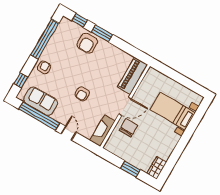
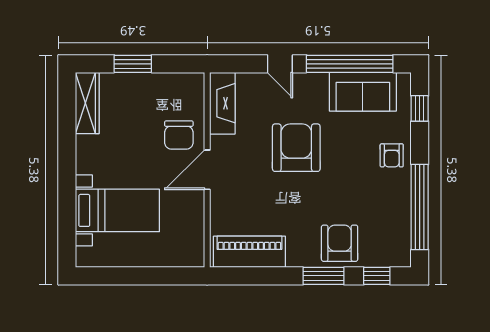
piano: (132, 76) -> (249, 252), moved, turned -90
armchair: (82, 94) -> (296, 148), width x1.88, depth x1.88
wardrobe: (157, 168) -> (87, 103), width x1.50

